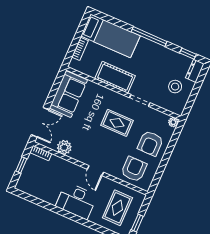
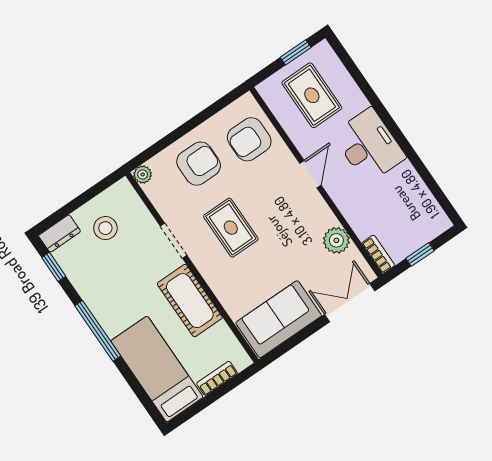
rug: (117, 208) -> (312, 95), turned 90

